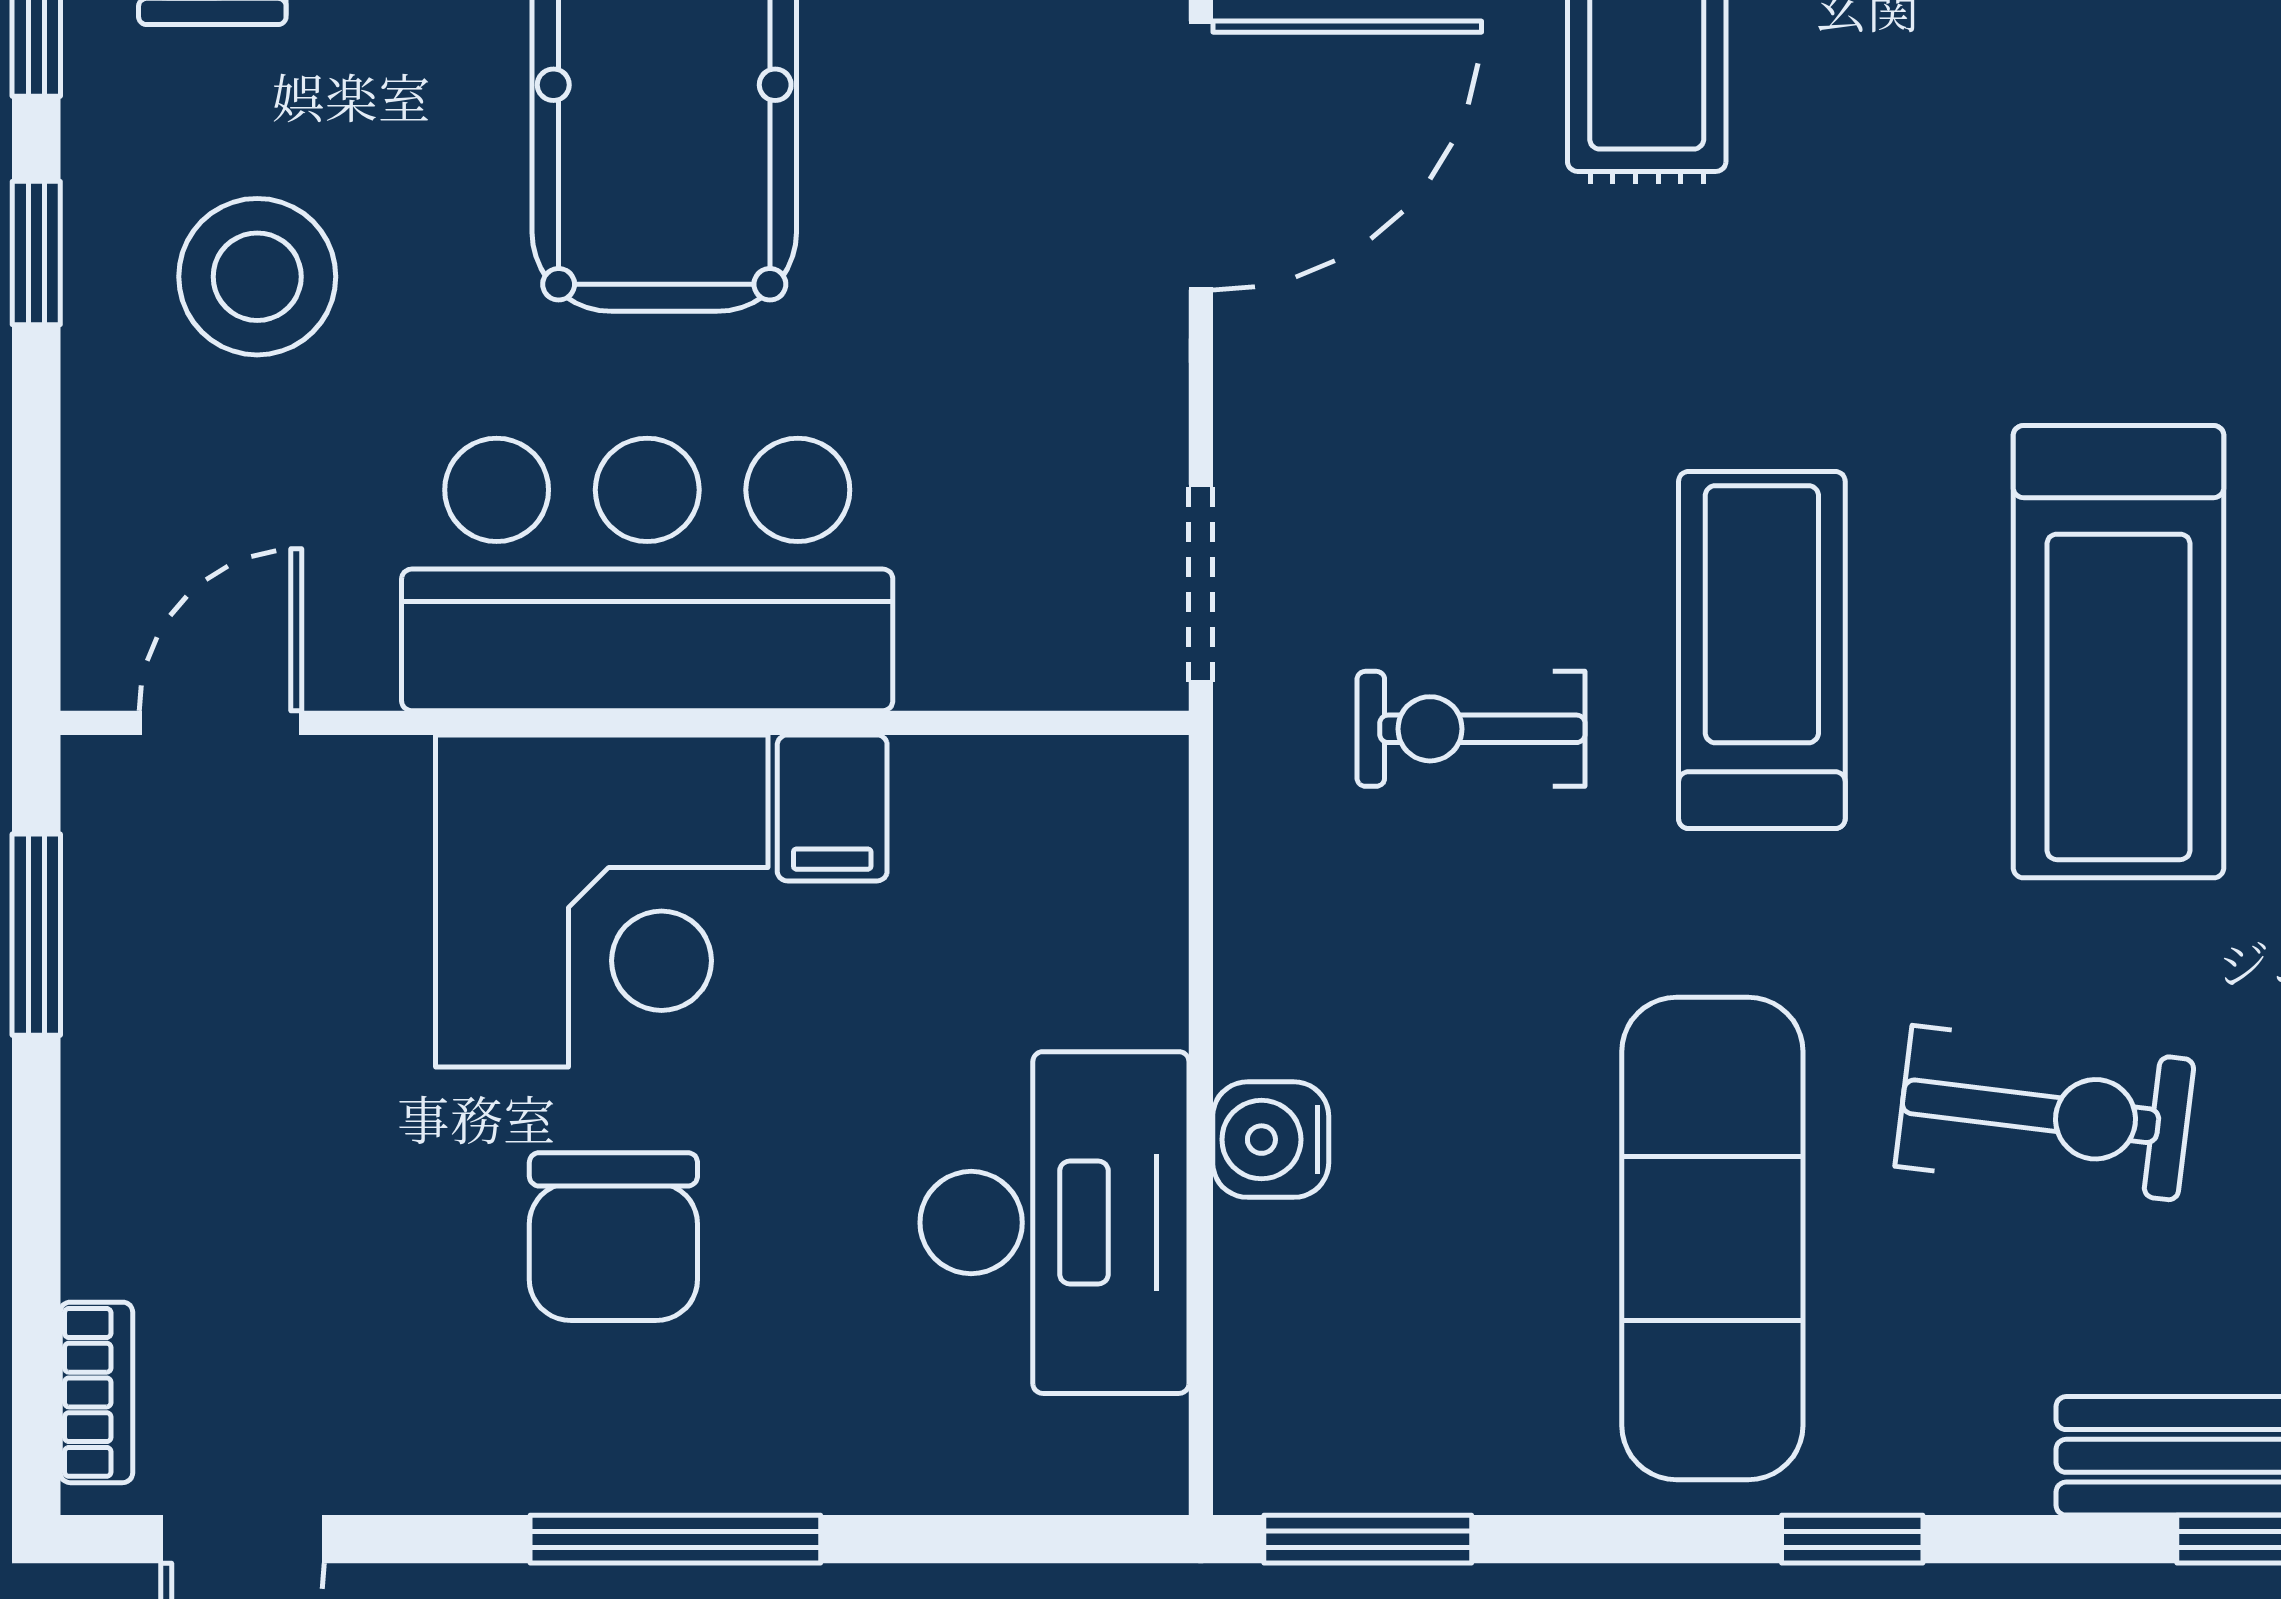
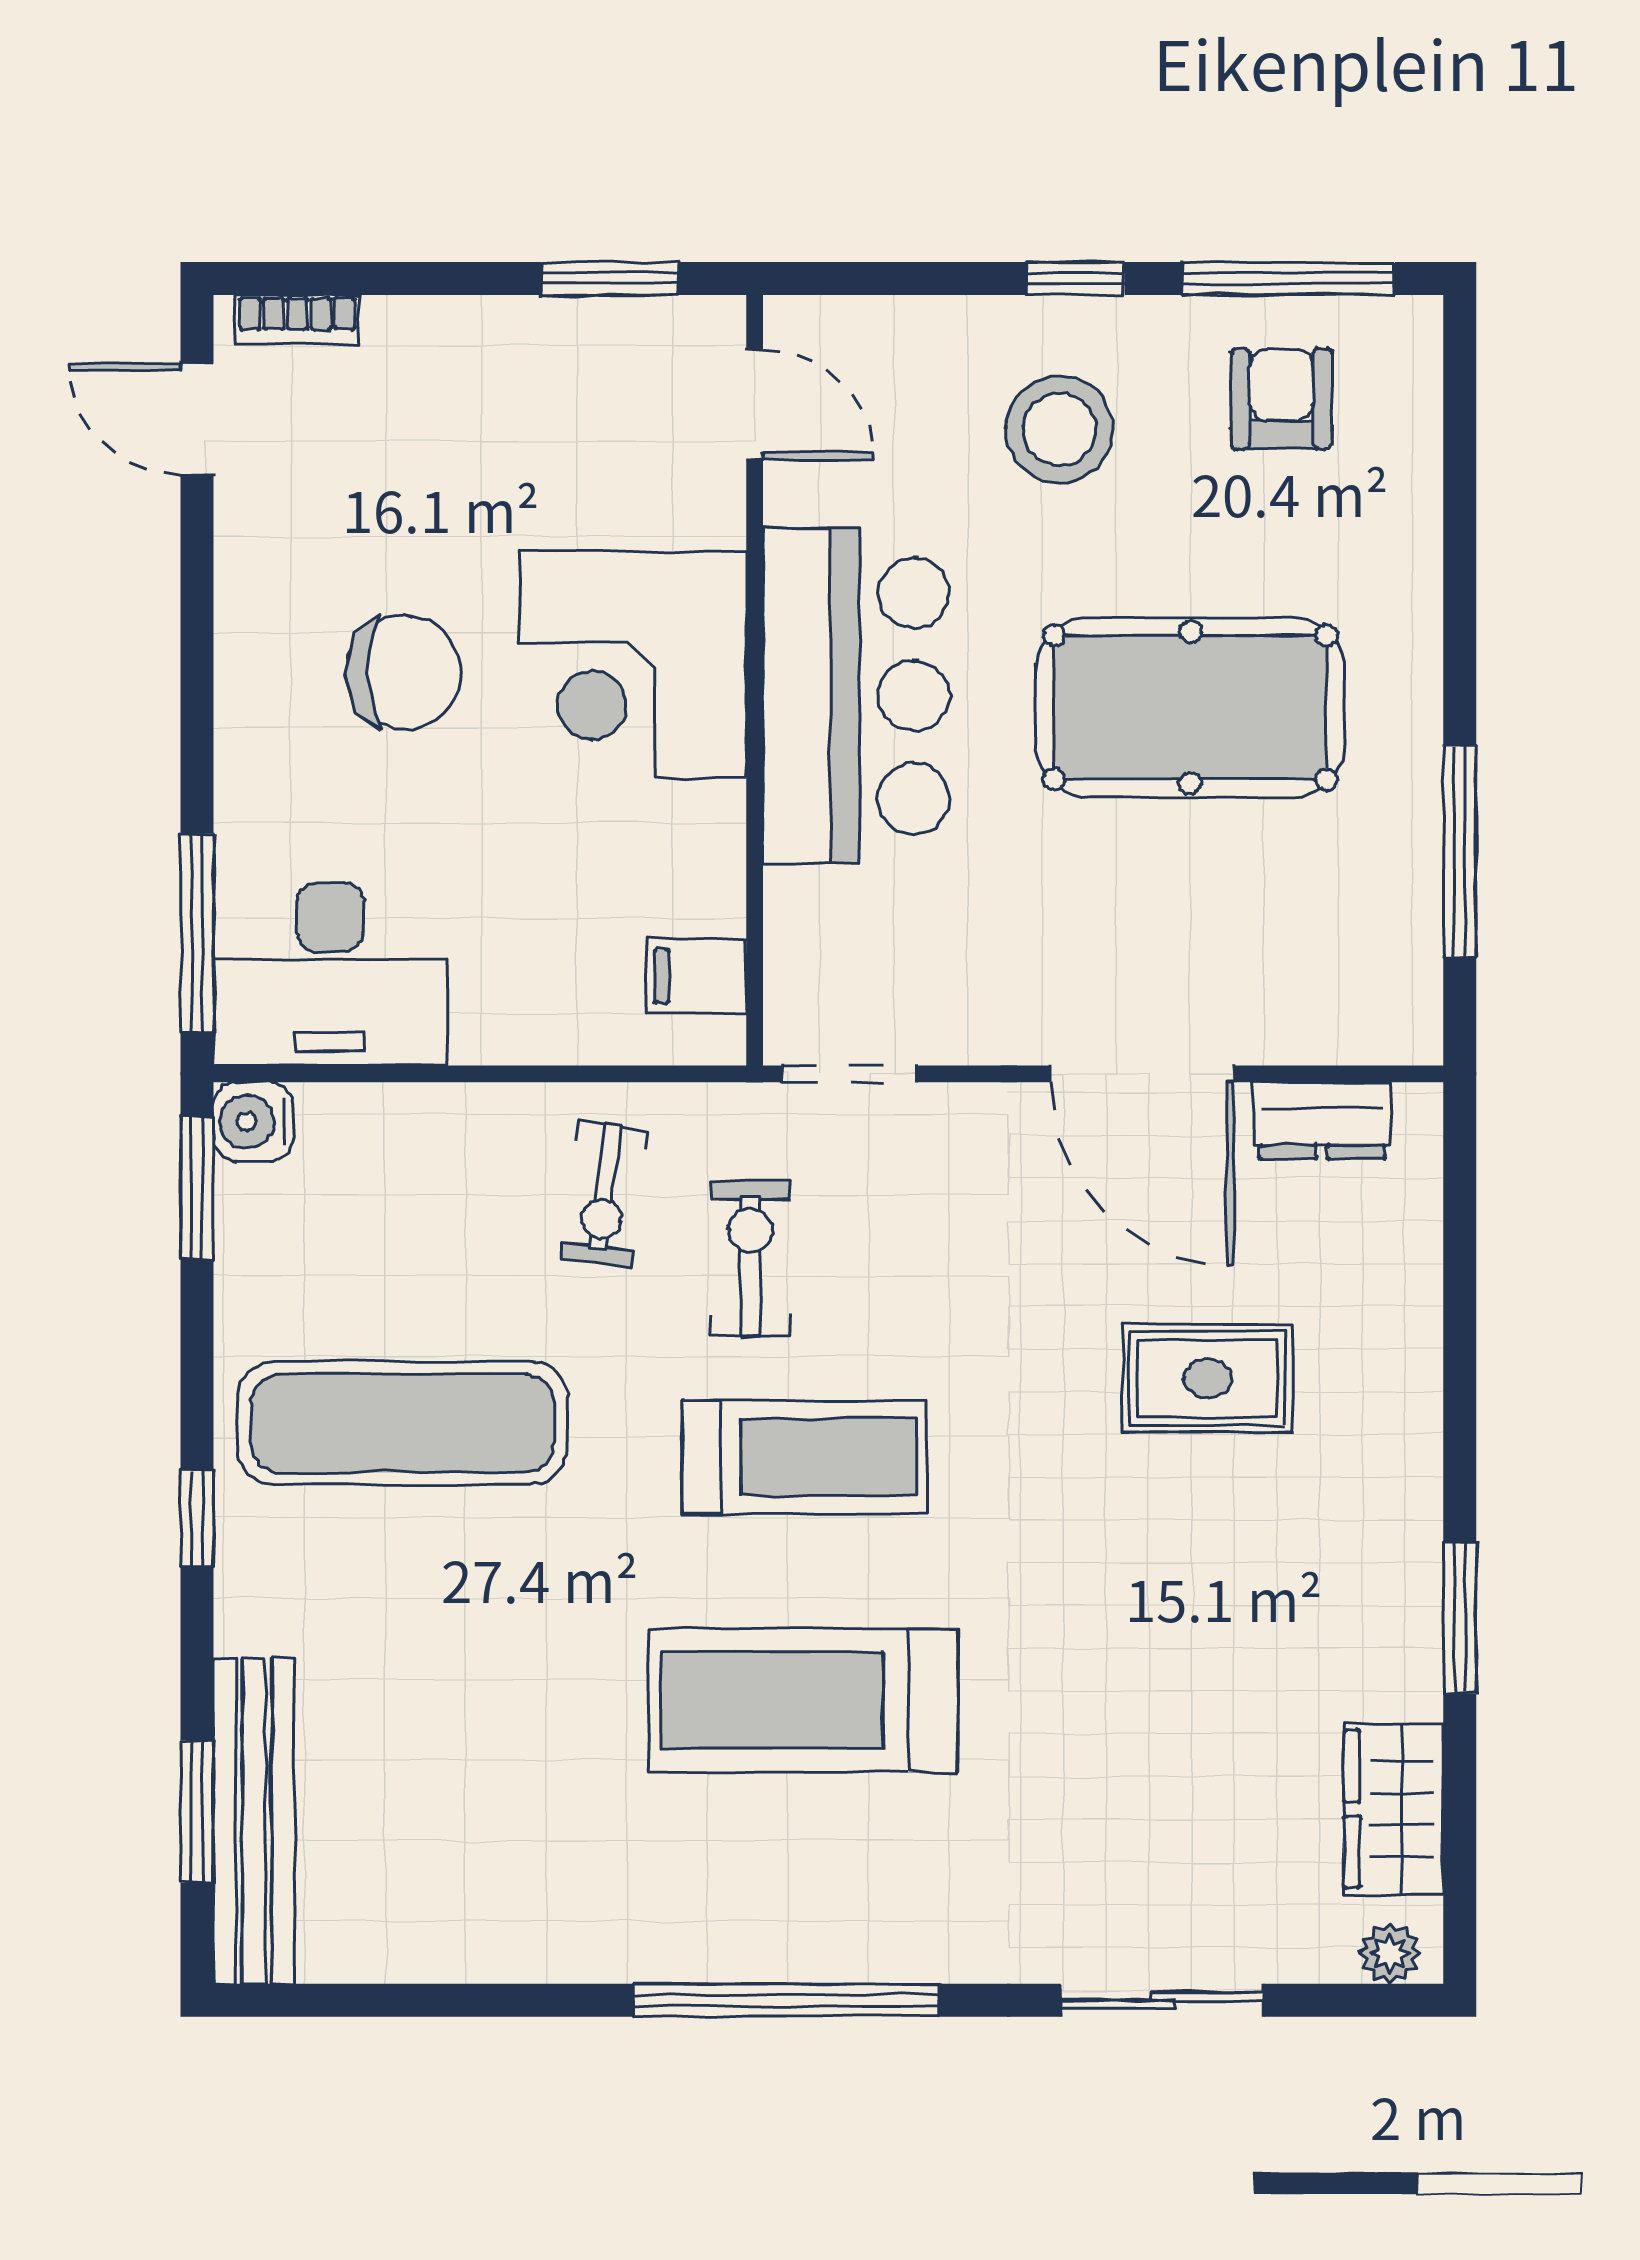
filing cabinet: (832, 808) -> (696, 976), moved
exercise bike: (2045, 1113) -> (605, 1194), moved, width x0.73, depth x0.72
water cooler: (1271, 1140) -> (253, 1122), moved, turned -90
desk: (1054, 1223) -> (330, 974), moved
chair: (613, 1237) -> (404, 673), turned 180
window: (675, 1539) -> (197, 933), moved

